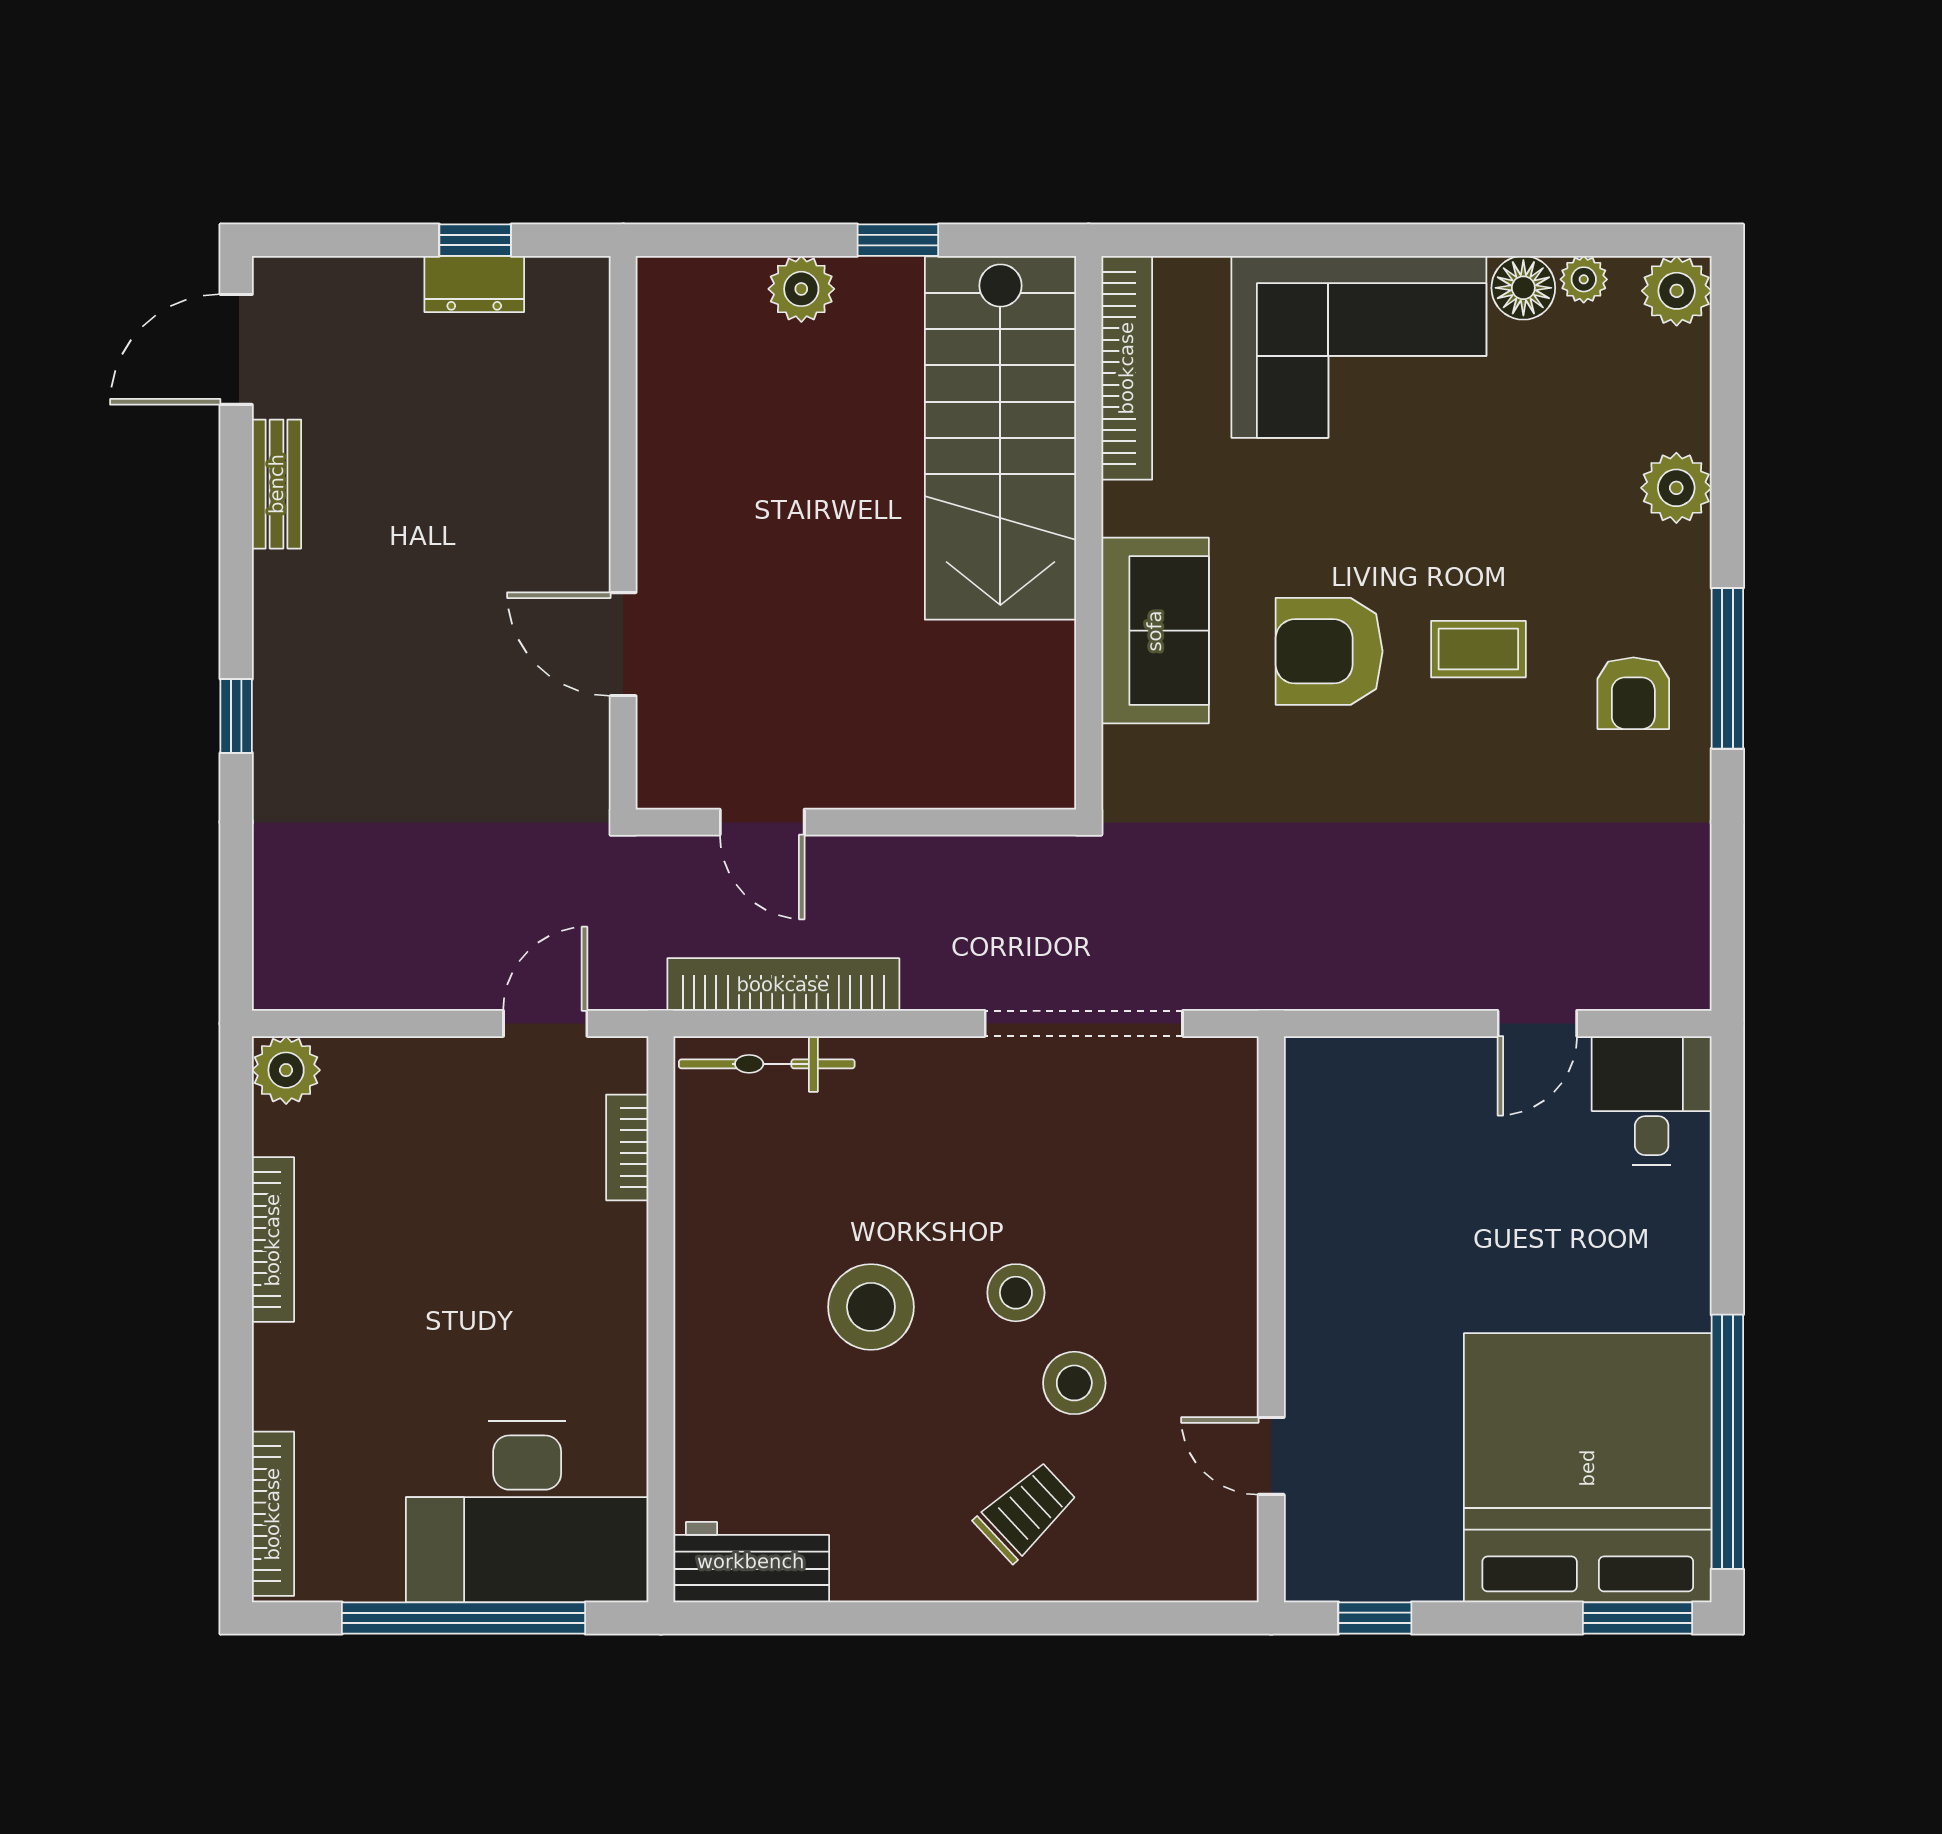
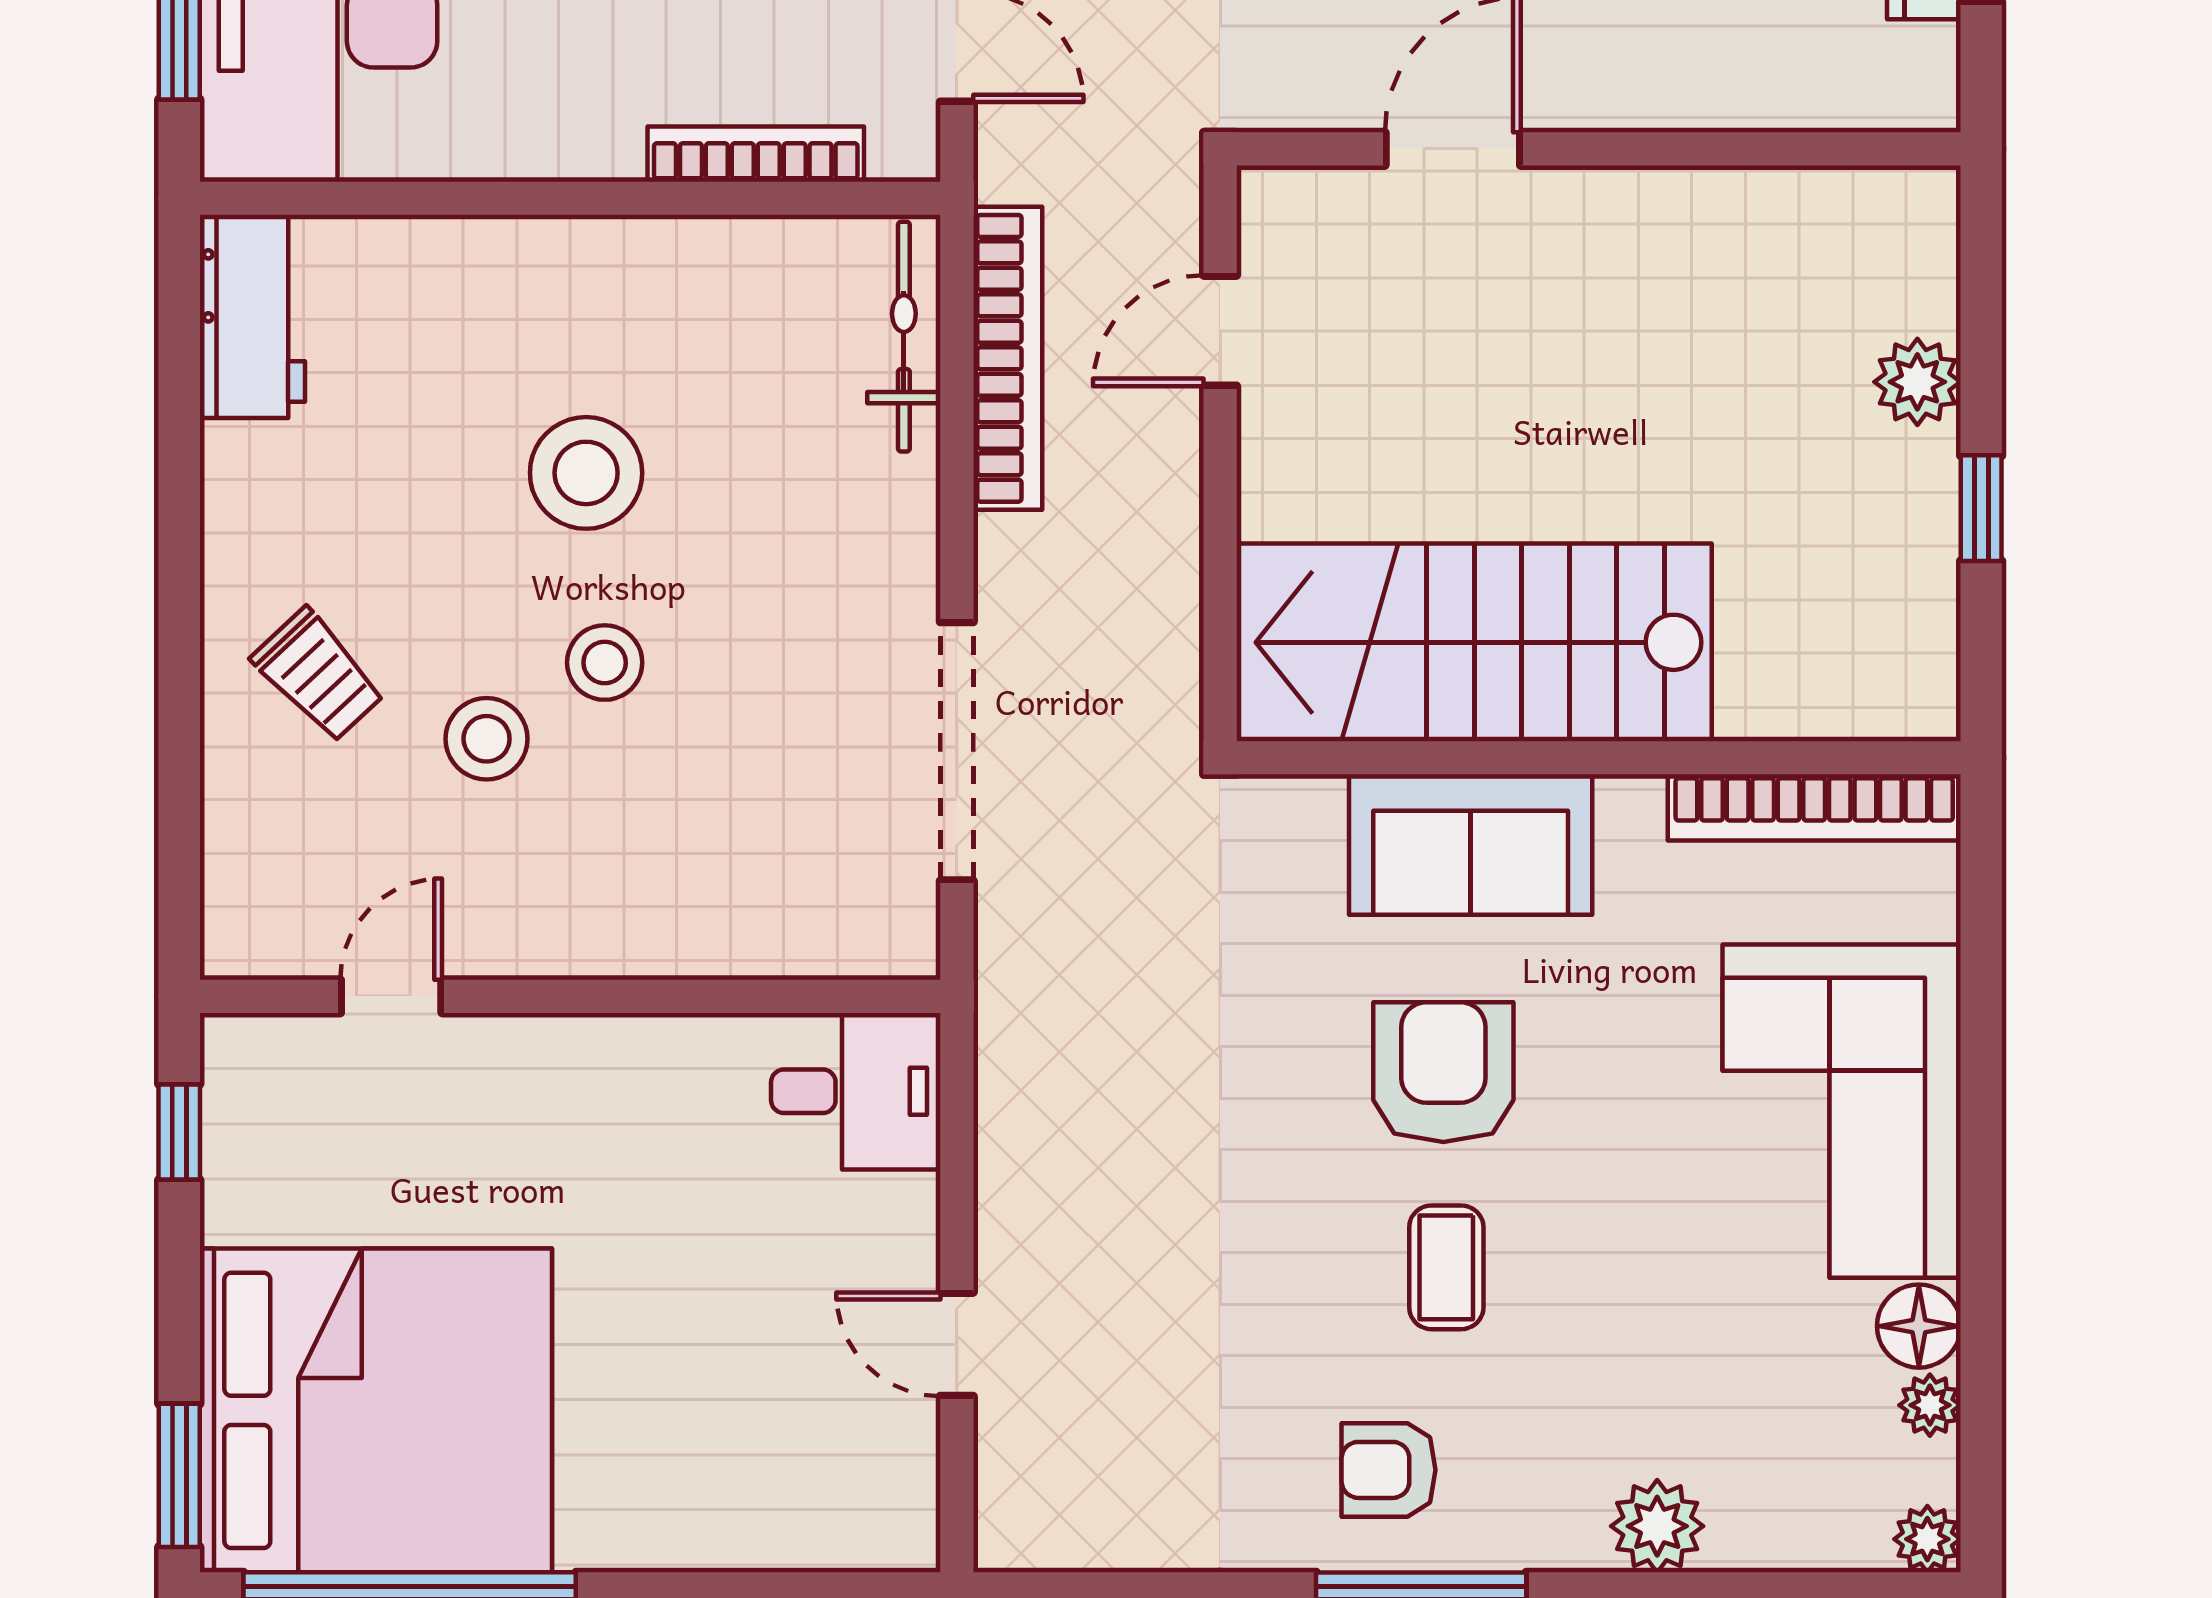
plant: (1677, 291) -> (1927, 1539), width x0.73, depth x0.73
stairs: (1000, 438) -> (1474, 642), moved
desk: (1652, 1101) -> (856, 1091), moved
bookcase: (627, 1147) -> (756, 154), width x1.56

